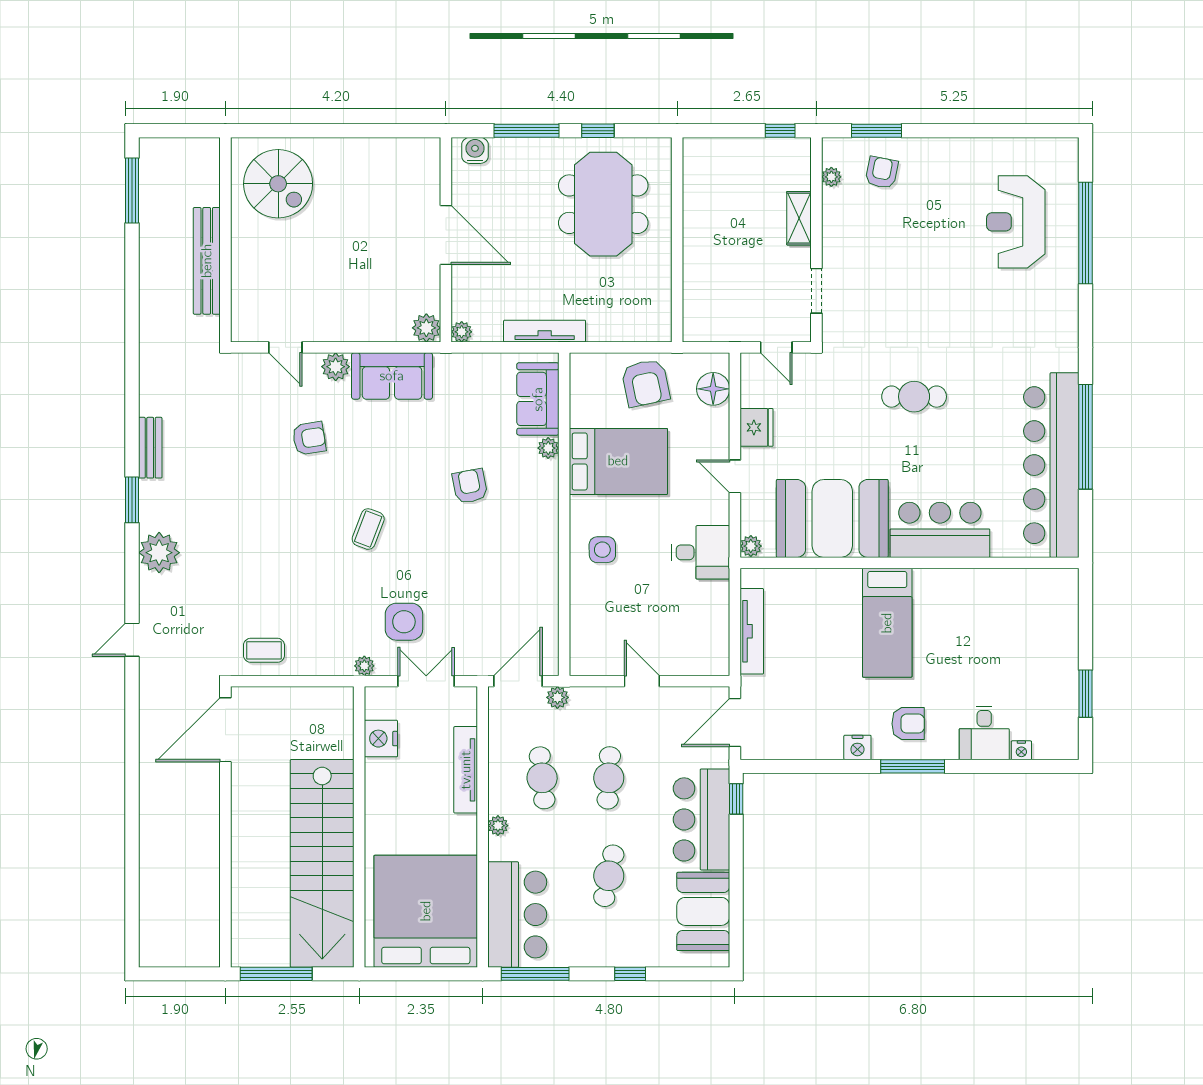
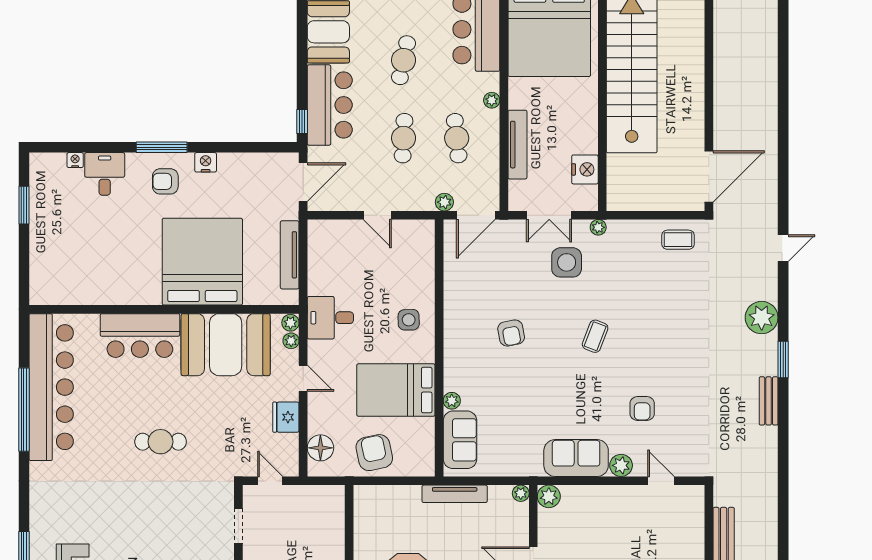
armchair: (309, 438) -> (642, 408), turned -81
armchair: (470, 486) -> (511, 333), moved
plant: (750, 523) -> (291, 341), added
bed: (887, 623) -> (202, 262), width x2.04

